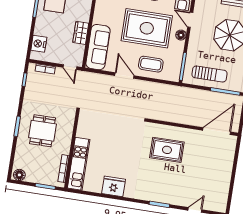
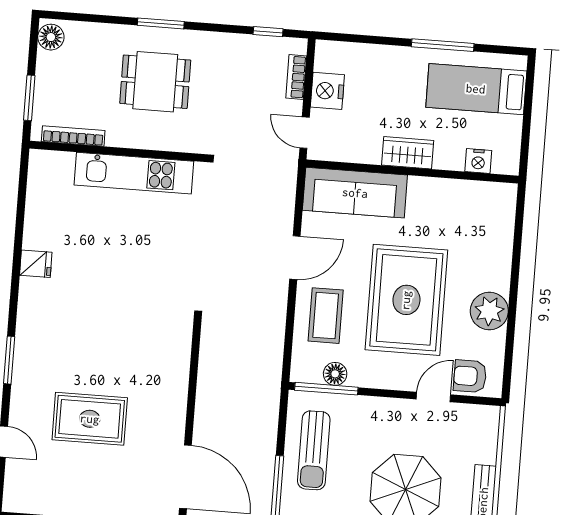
wardrobe: (81, 33) -> (408, 153), moved
floor lamp: (181, 35) -> (335, 374), moved
nightstand: (39, 44) -> (327, 91), moved, turned -90
door: (70, 67) -> (305, 133), hinge flipped
rug: (167, 150) -> (90, 419), moved, turned 90
kitchen unit: (79, 164) -> (134, 173), moved
fridge: (114, 186) -> (36, 264), width x0.53, depth x0.75

